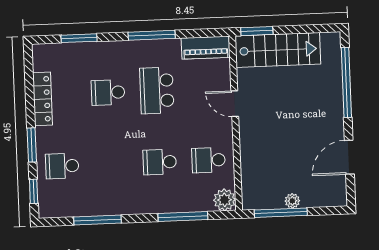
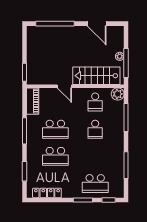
stairs: (278, 50) -> (96, 76), moved, turned -90
school desk: (108, 92) -> (55, 156), width x1.85
locker: (43, 99) -> (47, 193), moved
door: (235, 104) -> (64, 86), hinge flipped
school desk: (62, 166) -> (95, 184), width x1.85

